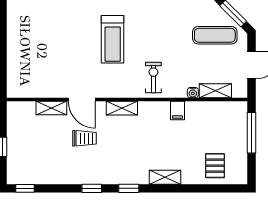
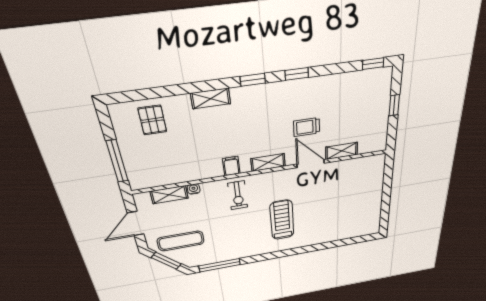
filing cabinet: (177, 111) -> (231, 166), moved

